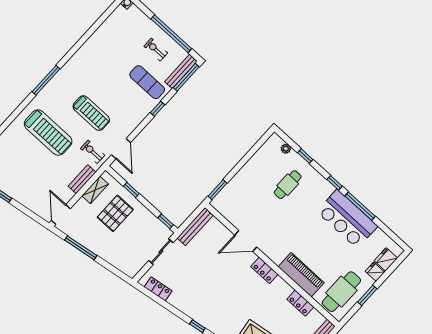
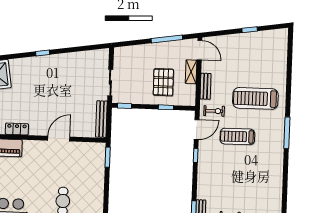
exercise mat: (147, 82) -> (217, 190), removed
window: (158, 109) -> (196, 156), moved
door: (121, 149) -> (197, 129), swing flipped
shelving: (95, 190) -> (191, 72), moved
locker: (264, 270) -> (17, 129), moved
locker: (158, 289) -> (91, 56), removed

